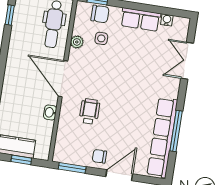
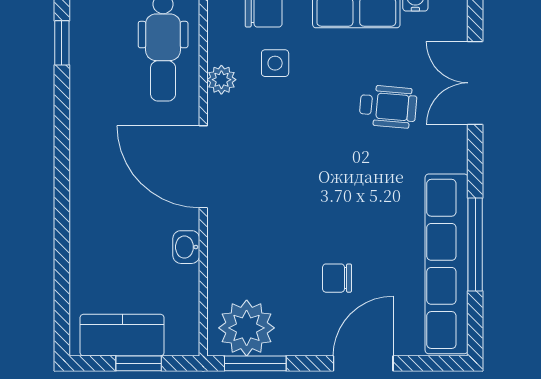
wheelchair: (90, 111) -> (388, 106), moved, turned 95
plant: (71, 152) -> (247, 328), added
chair: (99, 156) -> (337, 278), moved

